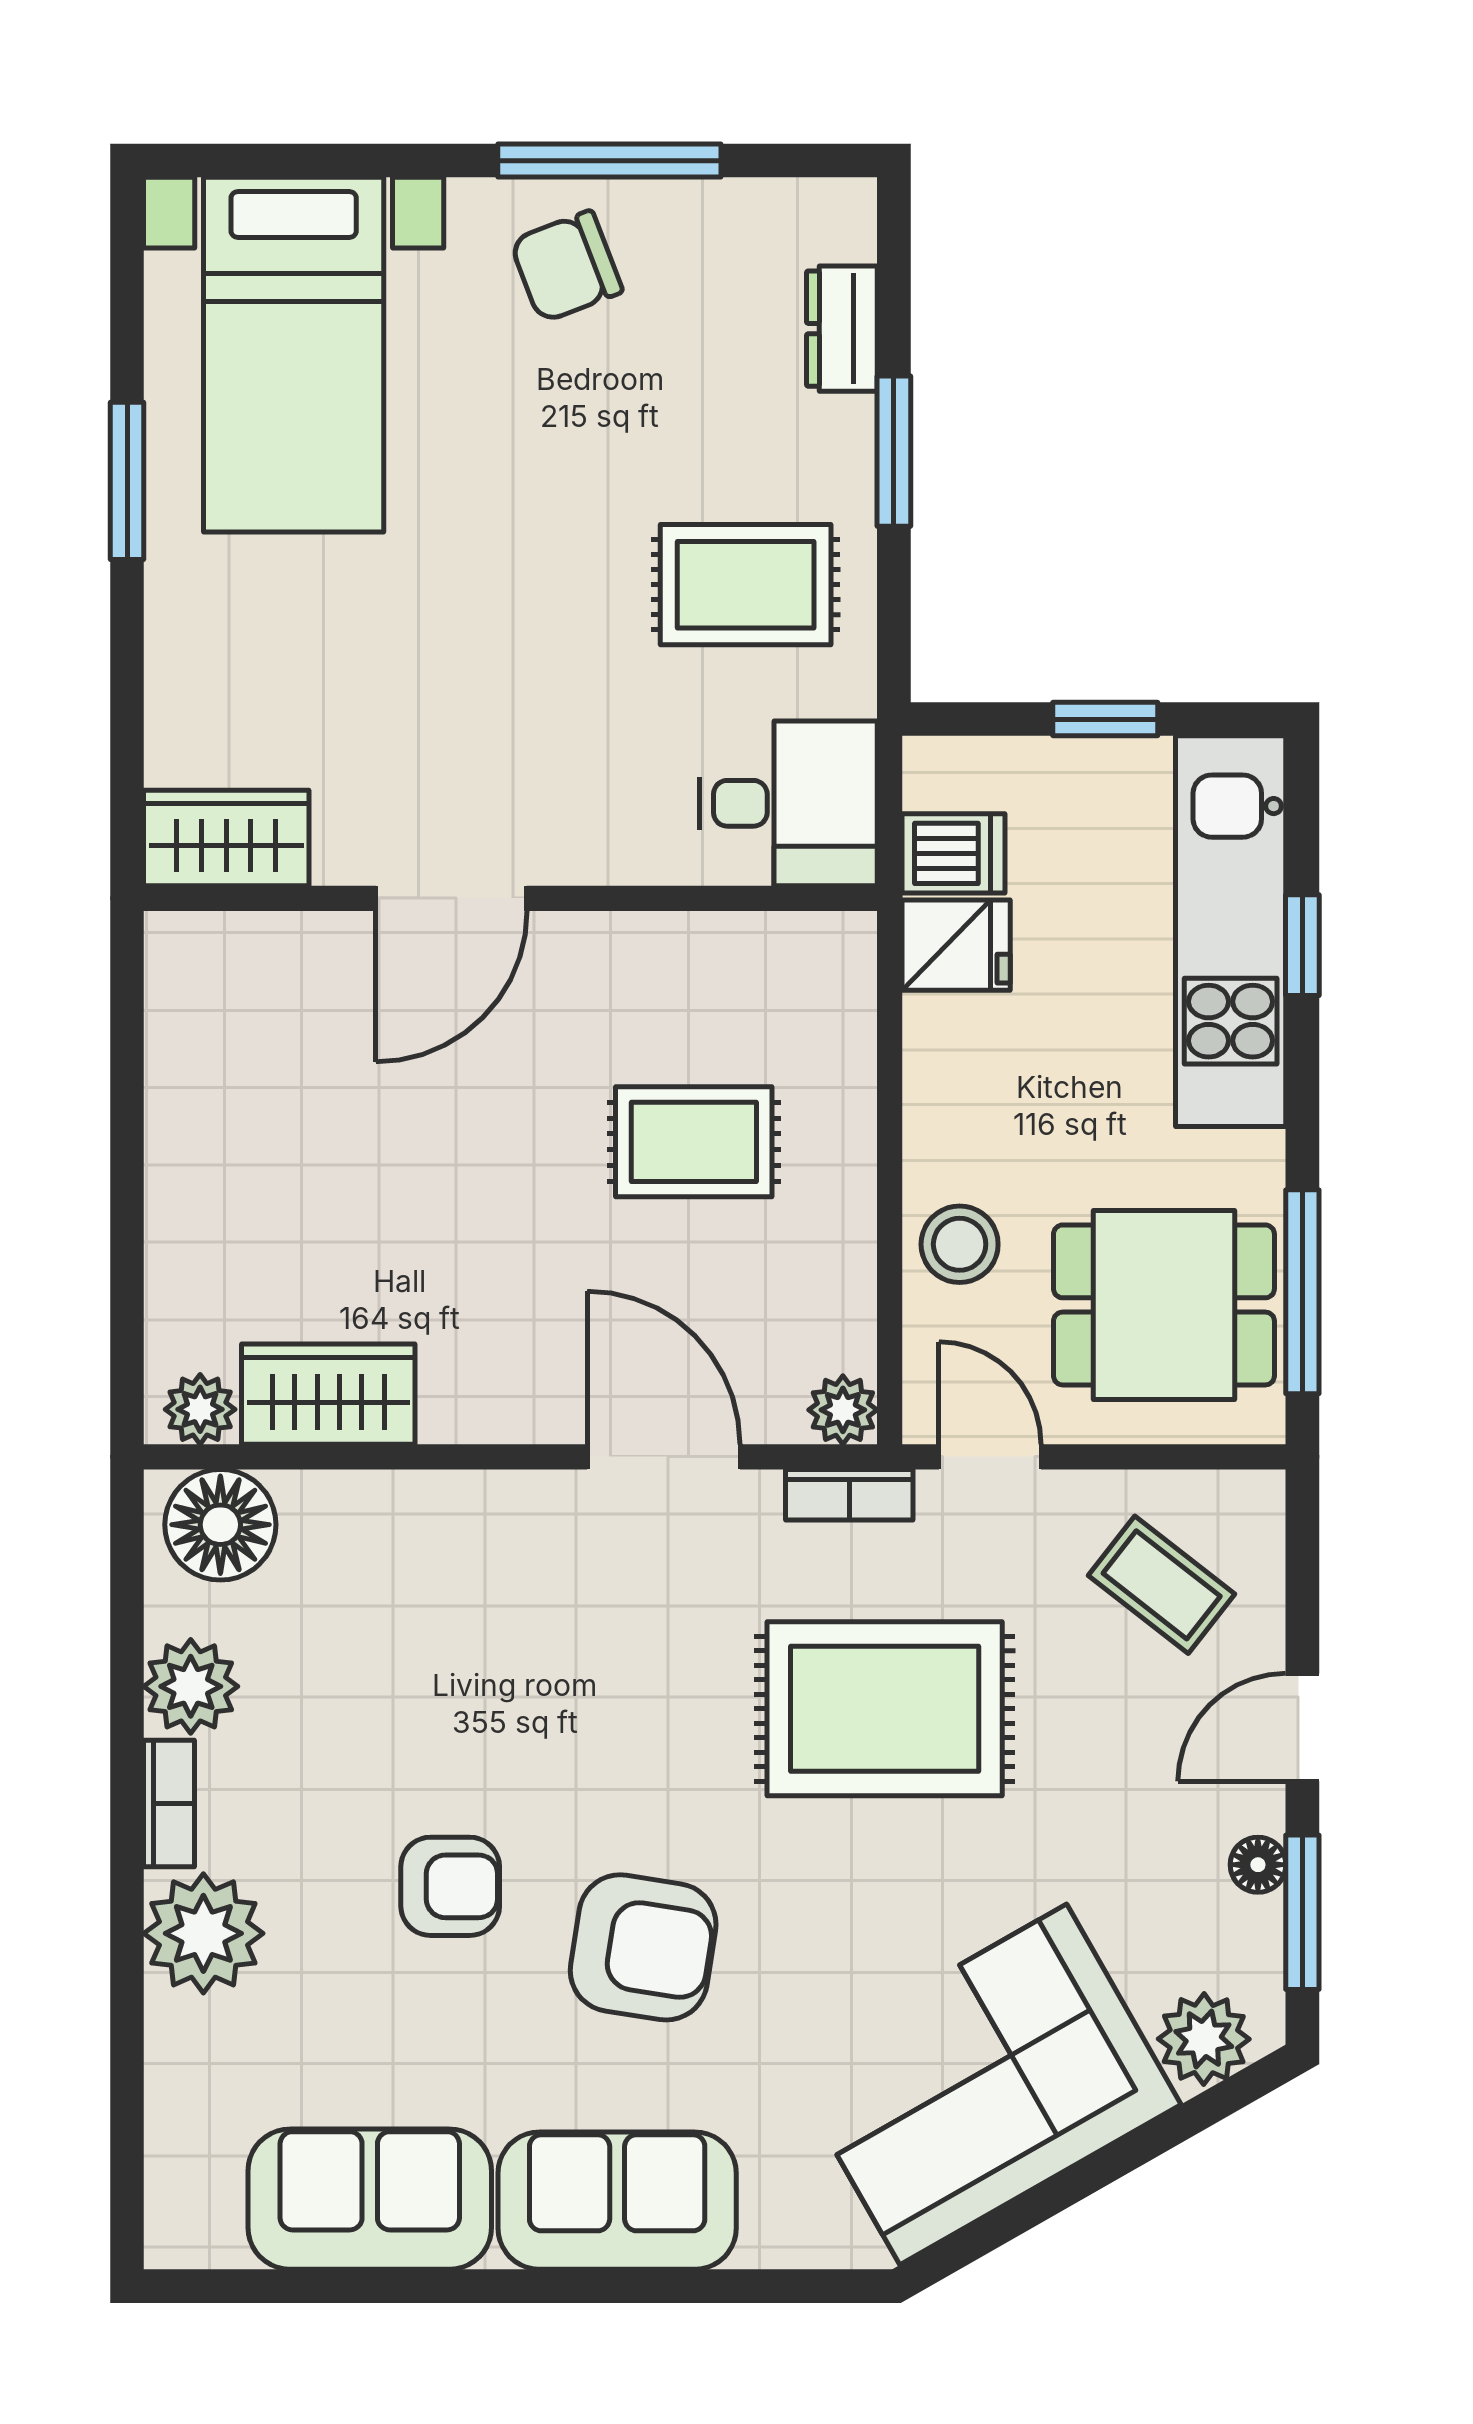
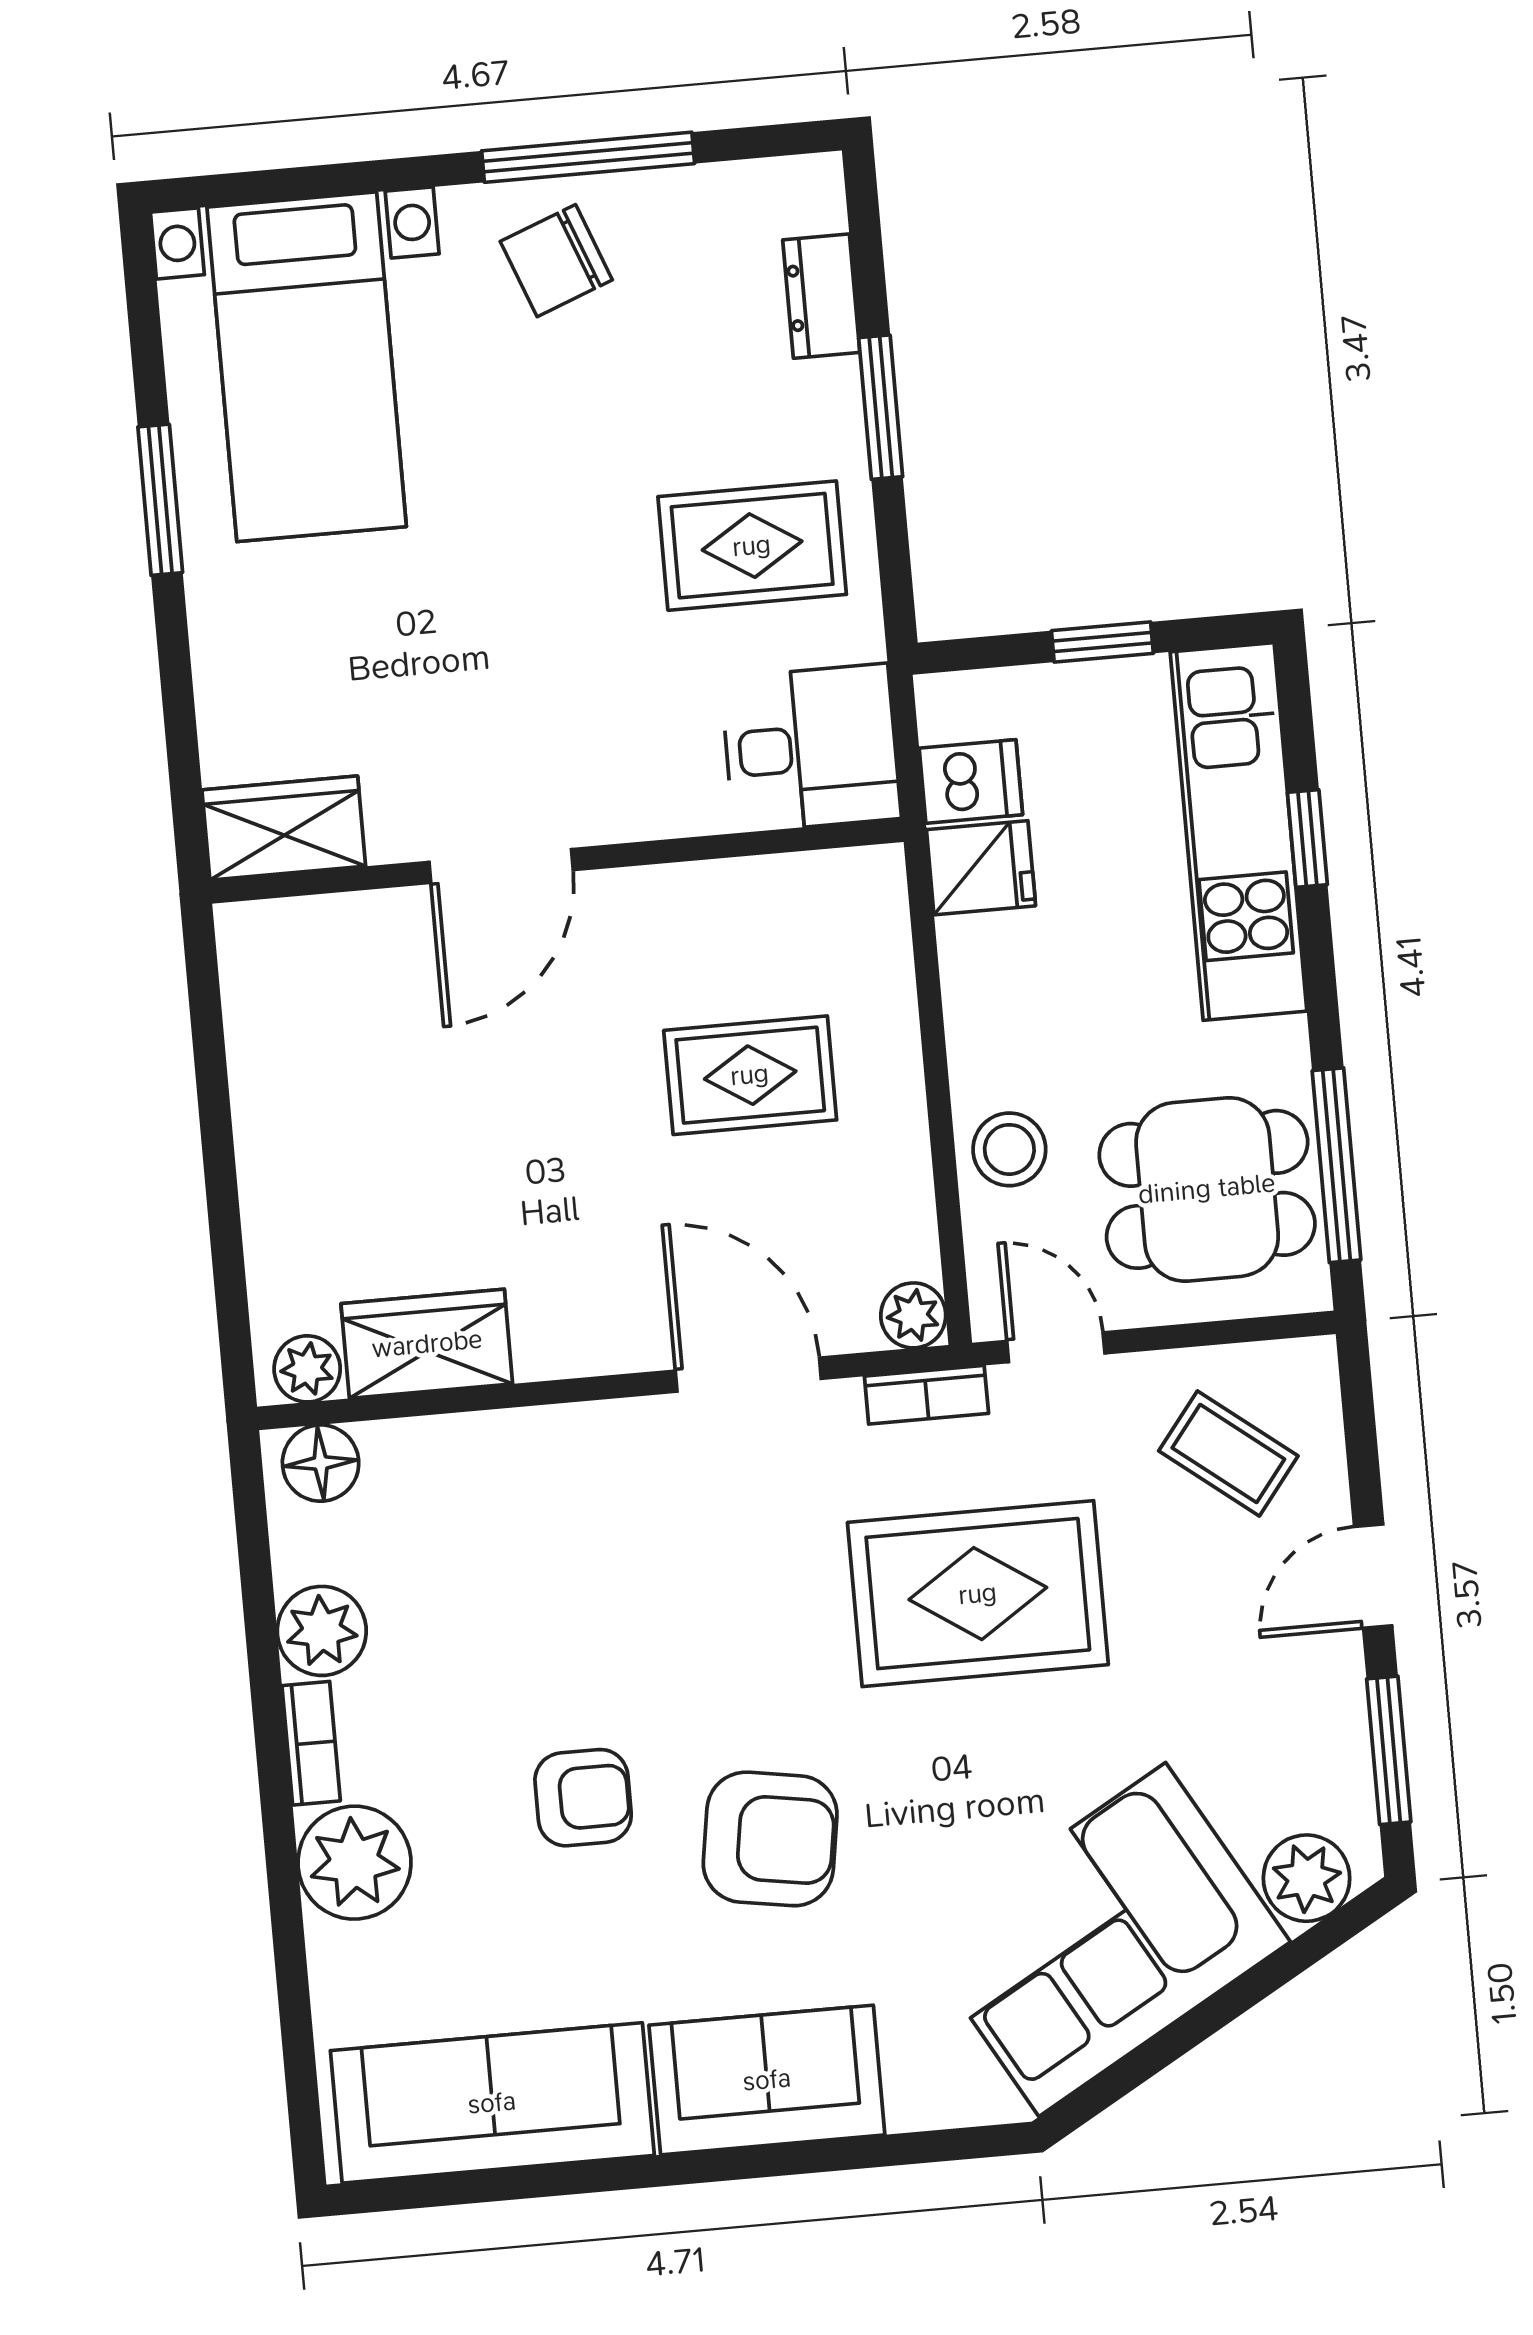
floor lamp: (220, 1525) -> (321, 1463), width x0.73, depth x0.73
floor lamp: (1258, 1865) -> (1343, 1709), removed
sofa: (370, 2199) -> (492, 2103), width x1.36

